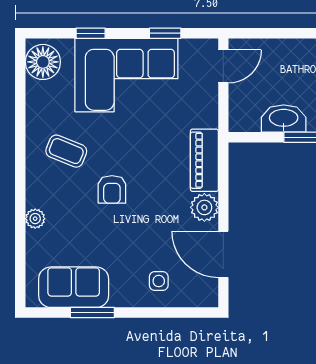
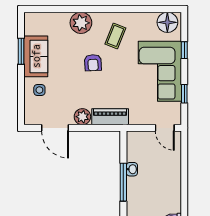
washbasin: (284, 119) -> (132, 169), width x0.52, depth x0.69
armchair: (112, 189) -> (93, 63), turned -93
plant: (35, 219) -> (81, 23), width x1.88, depth x1.88
door: (223, 254) -> (55, 128), swing flipped
sofa: (74, 287) -> (36, 56), moved

